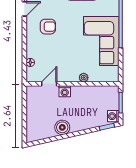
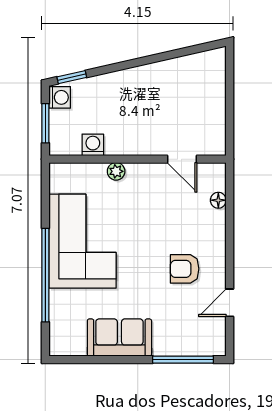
door: (49, 84) -> (182, 159), hinge flipped
washing machine: (65, 91) -> (93, 145), moved
boiler: (62, 127) -> (157, 76), removed

